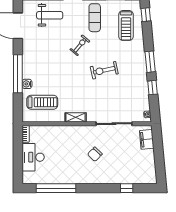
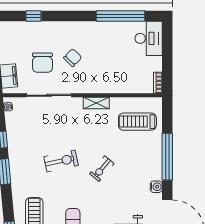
exercise bike: (80, 45) -> (102, 169), moved
water cooler: (27, 84) -> (156, 187), moved
chair: (119, 150) -> (42, 63), added
desk: (33, 157) -> (149, 38), moved

